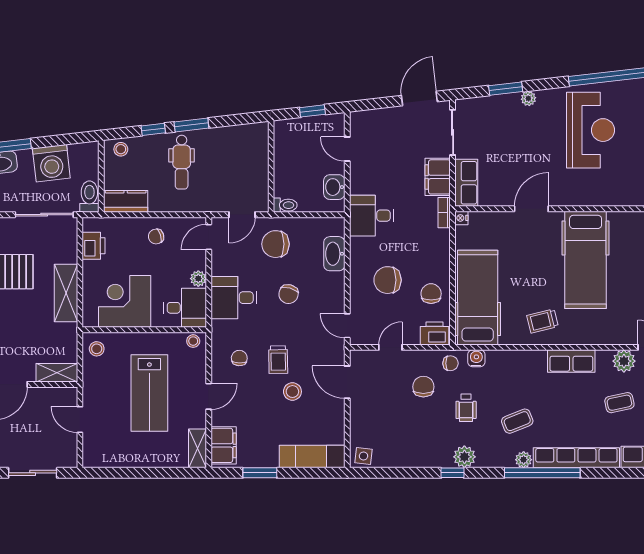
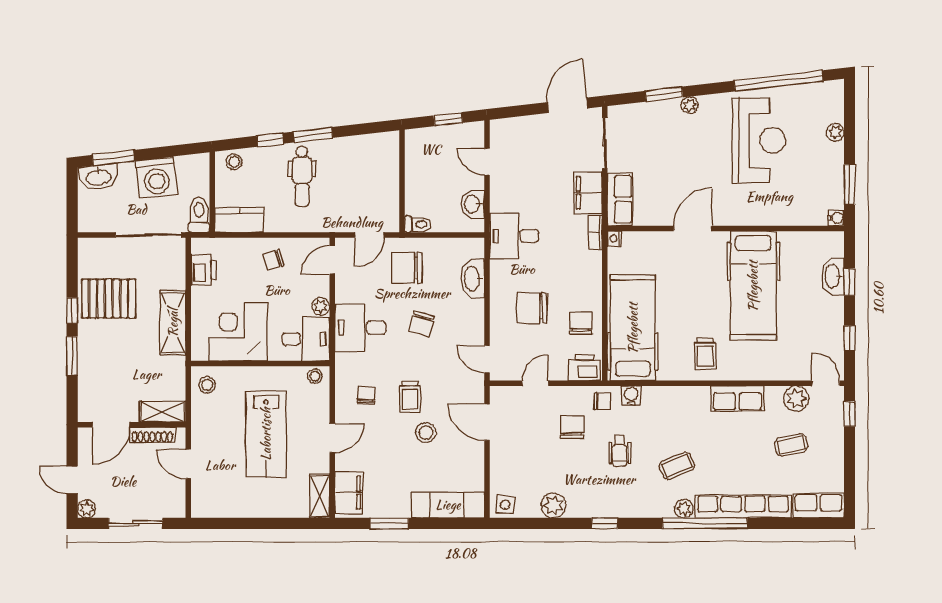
trolley: (542, 321) -> (705, 354), turned -76
shoe rack: (48, 394) -> (152, 435), added
plant: (464, 457) -> (553, 506), moved

